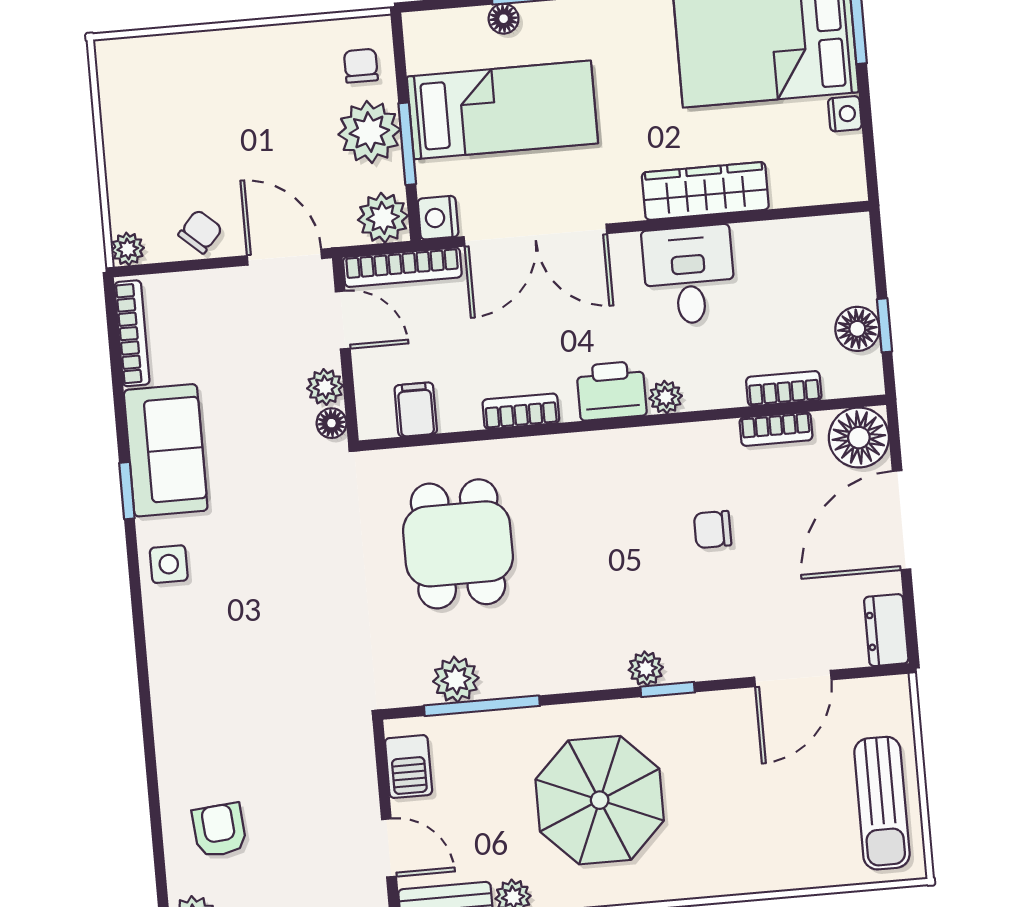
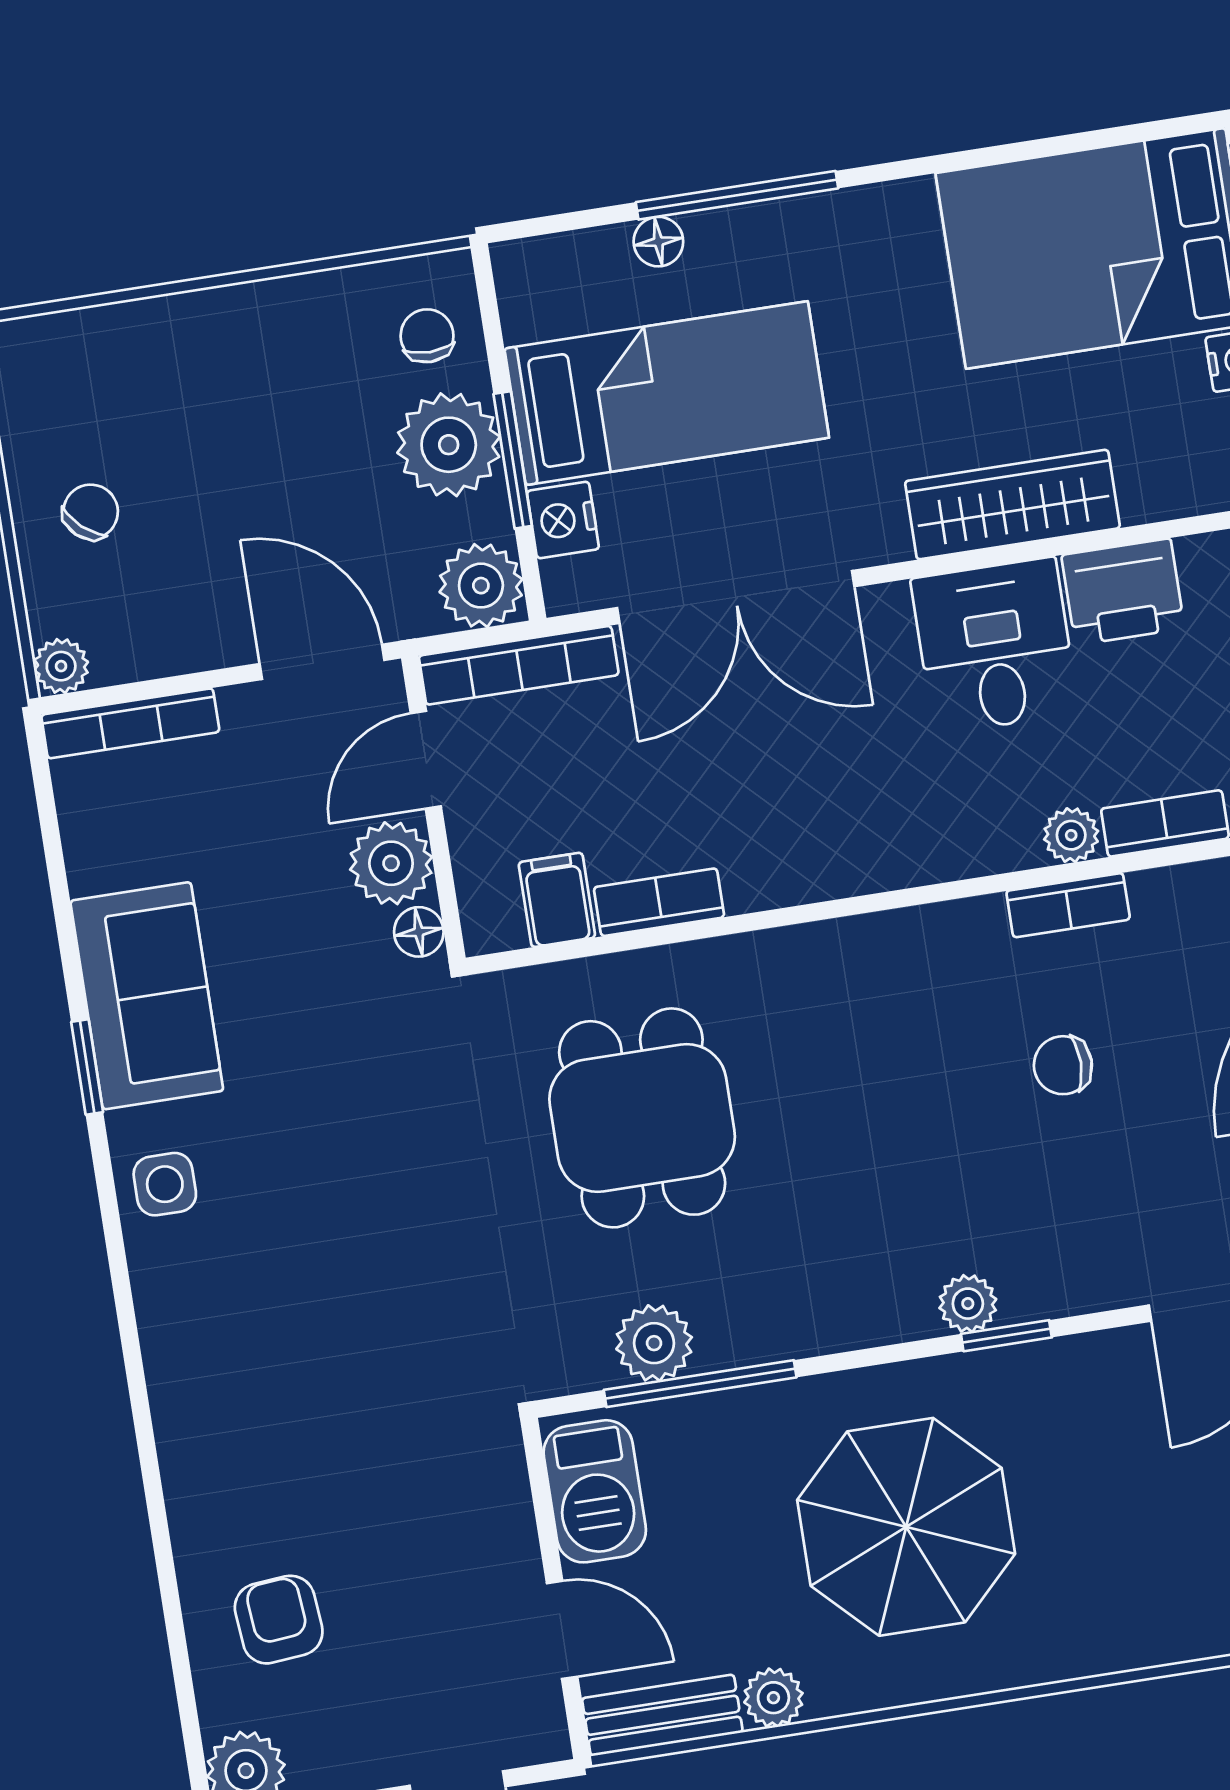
nightstand: (438, 218) -> (563, 520), moved
chair: (200, 232) -> (91, 512), moved
door: (343, 320) -> (426, 760), swing flipped
bookcase: (132, 333) -> (130, 723), moved, turned 90
plant: (325, 387) -> (391, 863), width x1.38, depth x1.38
printer: (612, 391) -> (1123, 592), moved, turned 180
plant: (666, 397) -> (1071, 835), moved
bookcase: (521, 411) -> (659, 902), moved
bookcase: (776, 429) -> (1068, 905), moved
barbecue: (409, 767) -> (595, 1491), width x1.38, depth x1.27

